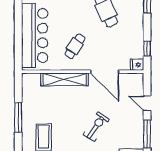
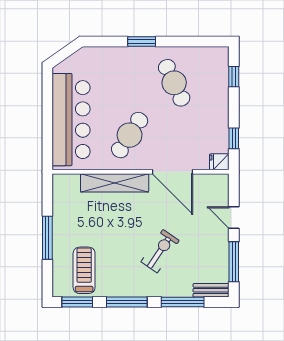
cafe table: (75, 46) -> (130, 135), width x1.37, depth x1.35

